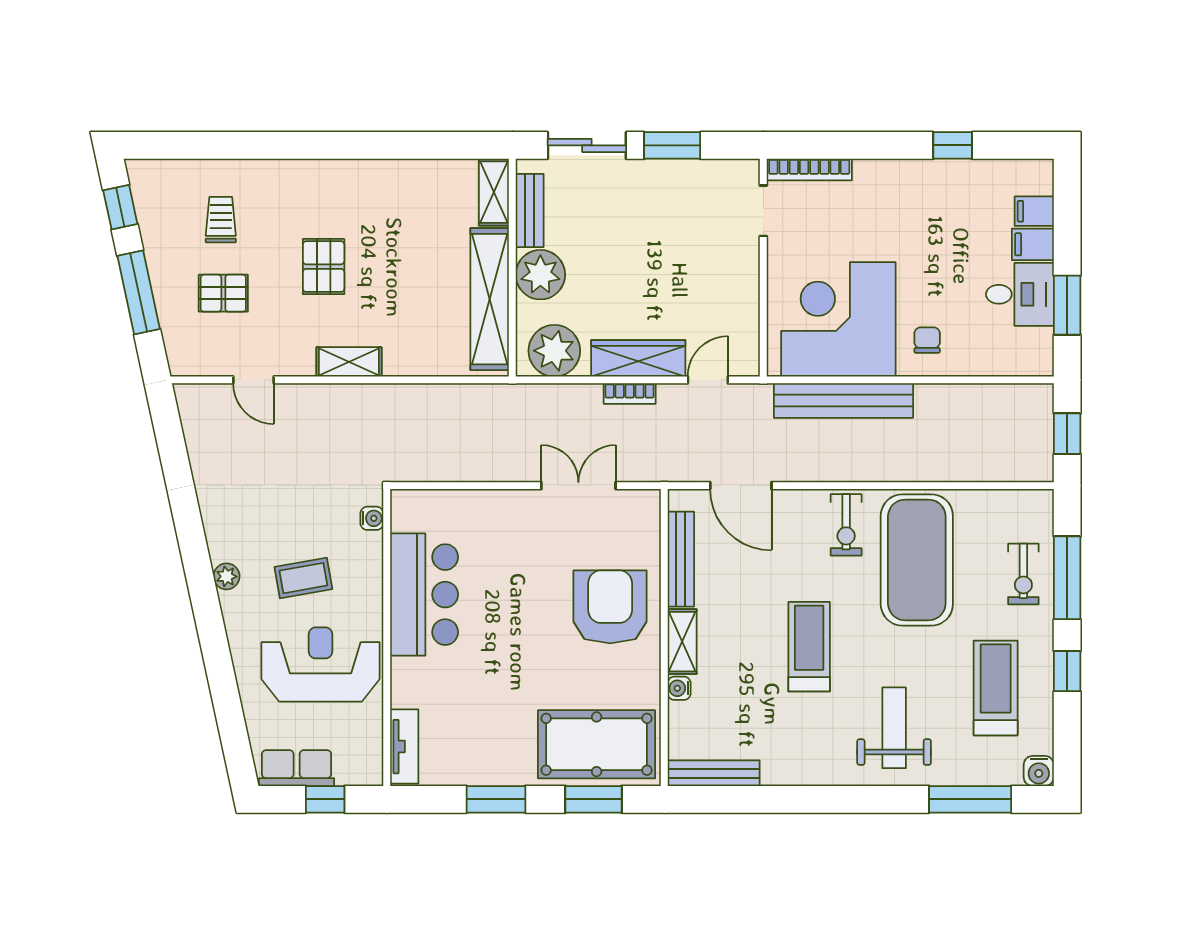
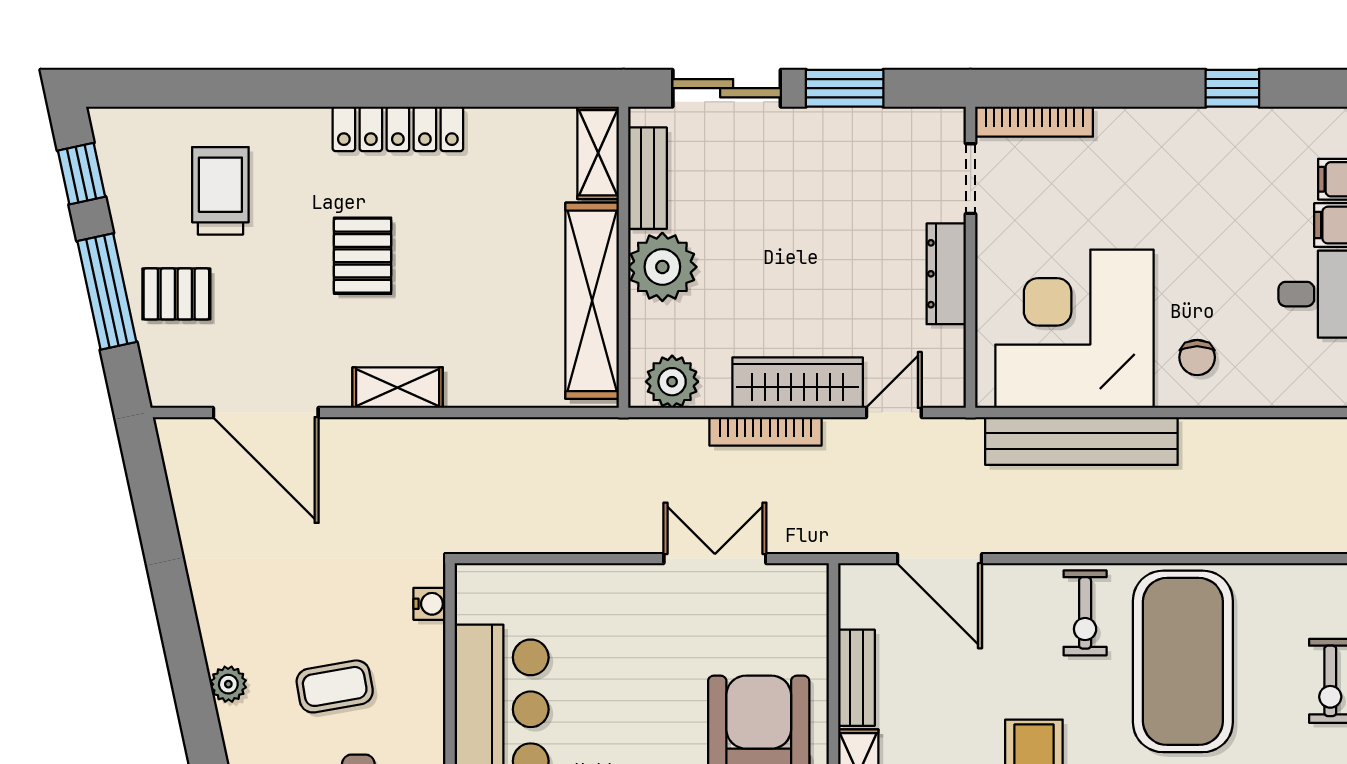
locker: (349, 175) -> (398, 129), added
trolley: (221, 220) -> (220, 191), width x1.36, depth x1.39
dresser: (746, 280) -> (946, 274), added
pallet: (223, 293) -> (176, 294), moved
chair: (927, 340) -> (1197, 357), turned 180
plant: (554, 351) -> (672, 382), width x0.73, depth x0.73
door: (254, 380) -> (266, 412), width x1.88
bookcase: (630, 394) -> (766, 431), width x1.56
bench: (681, 559) -> (856, 678), width x0.73

